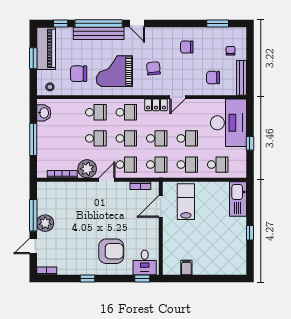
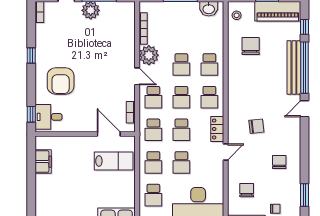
grand piano: (114, 71) -> (253, 84), removed
door: (177, 97) -> (226, 152), swing flipped
filing cabinet: (186, 268) -> (43, 162), width x2.00

